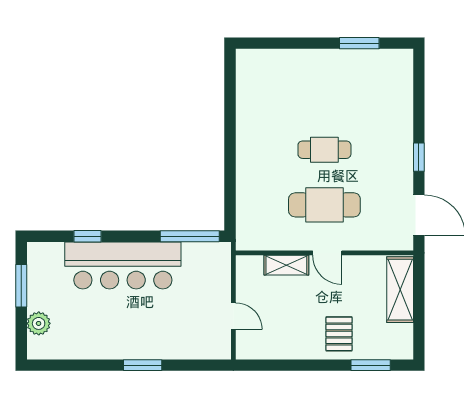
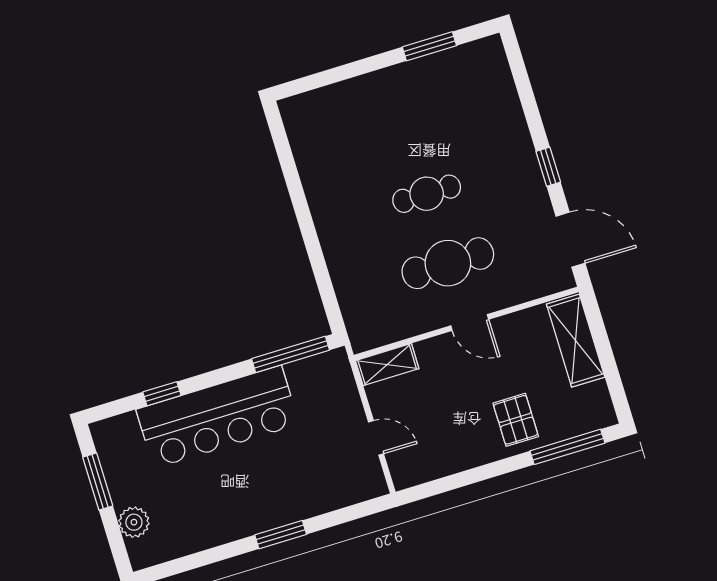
shelving: (286, 265) -> (387, 365), moved
window: (371, 365) -> (567, 447), width x1.44

